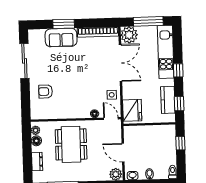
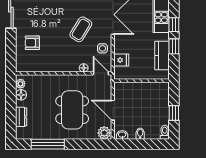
coffee table: (91, 78) -> (81, 29), added
window: (179, 104) -> (174, 46), moved
fridge: (132, 110) -> (121, 60), width x0.53, depth x0.75
window: (180, 143) -> (174, 113), moved
dining table: (71, 144) -> (72, 110), moved

